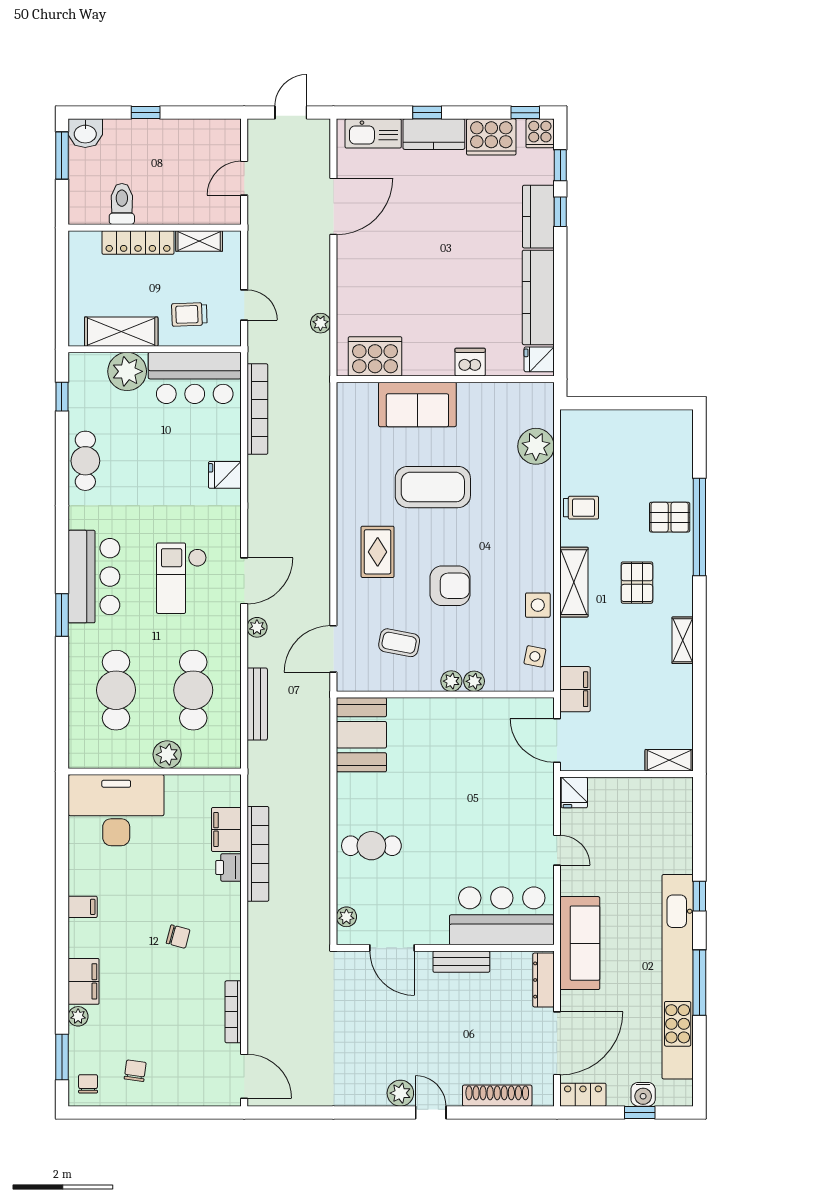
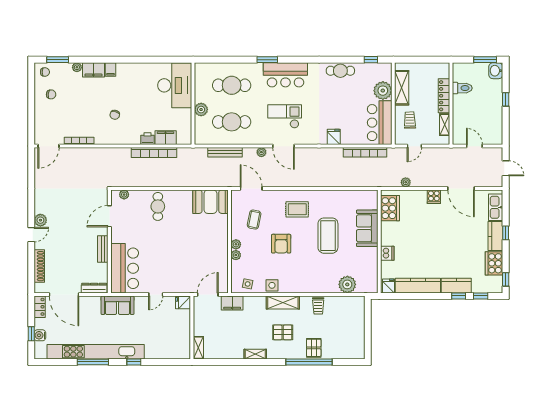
cooker: (540, 133) -> (434, 197), moved, turned -90
filing cabinet: (83, 907) -> (111, 69), moved
sofa: (580, 943) -> (118, 305), width x0.73

